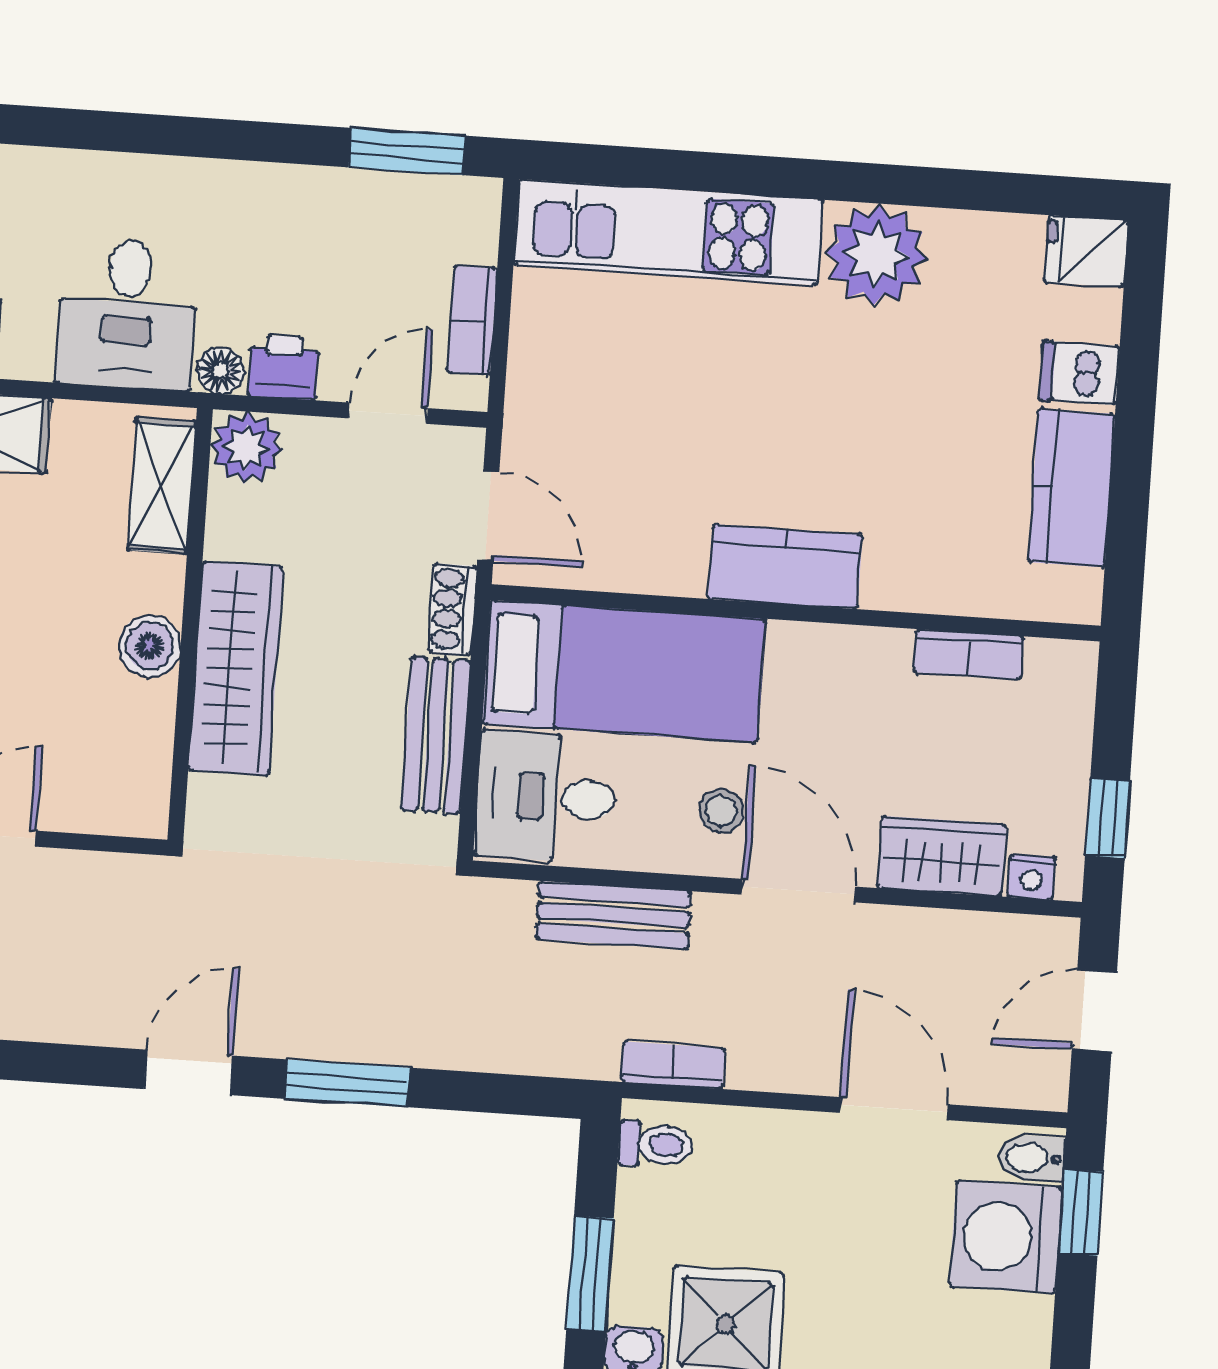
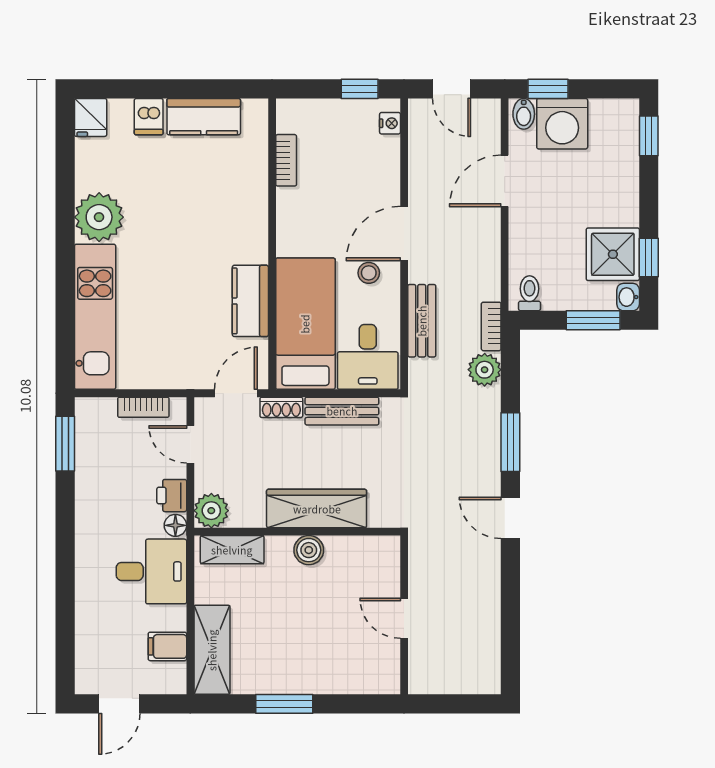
kitchen counter: (785, 567) -> (250, 301), moved
wardrobe: (942, 856) -> (383, 166), removed
plant: (502, 1040) -> (485, 370), added
bookcase: (673, 1065) -> (491, 326), moved

